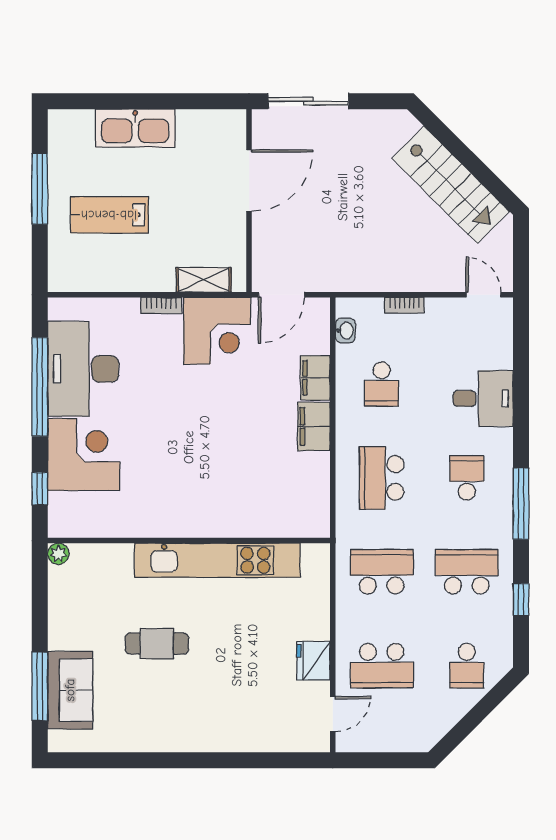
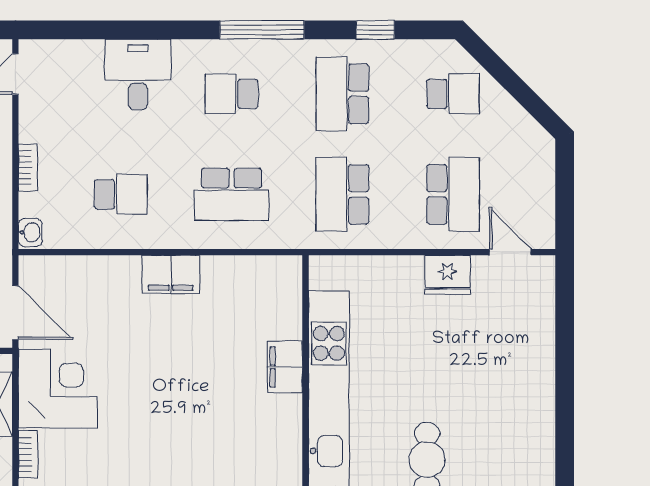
washbasin: (345, 330) -> (30, 232), moved, turned 90
filing cabinet: (315, 378) -> (285, 367), moved, turned 90

